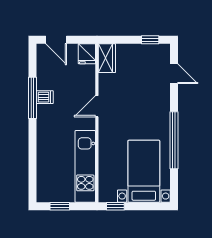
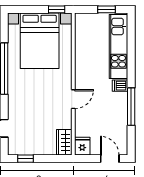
dishwasher: (45, 97) -> (120, 86), moved
kitchen unit: (85, 166) -> (118, 46), moved, turned 180
bed with nightstands: (144, 171) -> (40, 41), width x1.36

